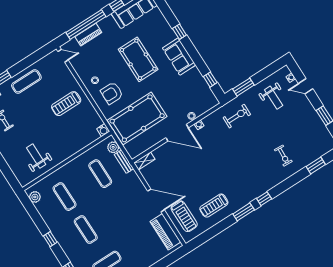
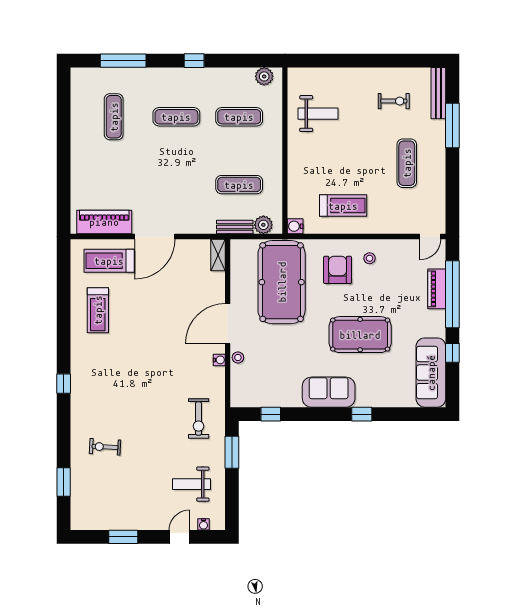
exercise mat: (26, 81) -> (407, 163), moved
treadmill: (66, 104) -> (343, 206), moved, turned 90
treadmill: (214, 206) -> (98, 310), turned 180
window: (244, 212) -> (64, 345), removed

